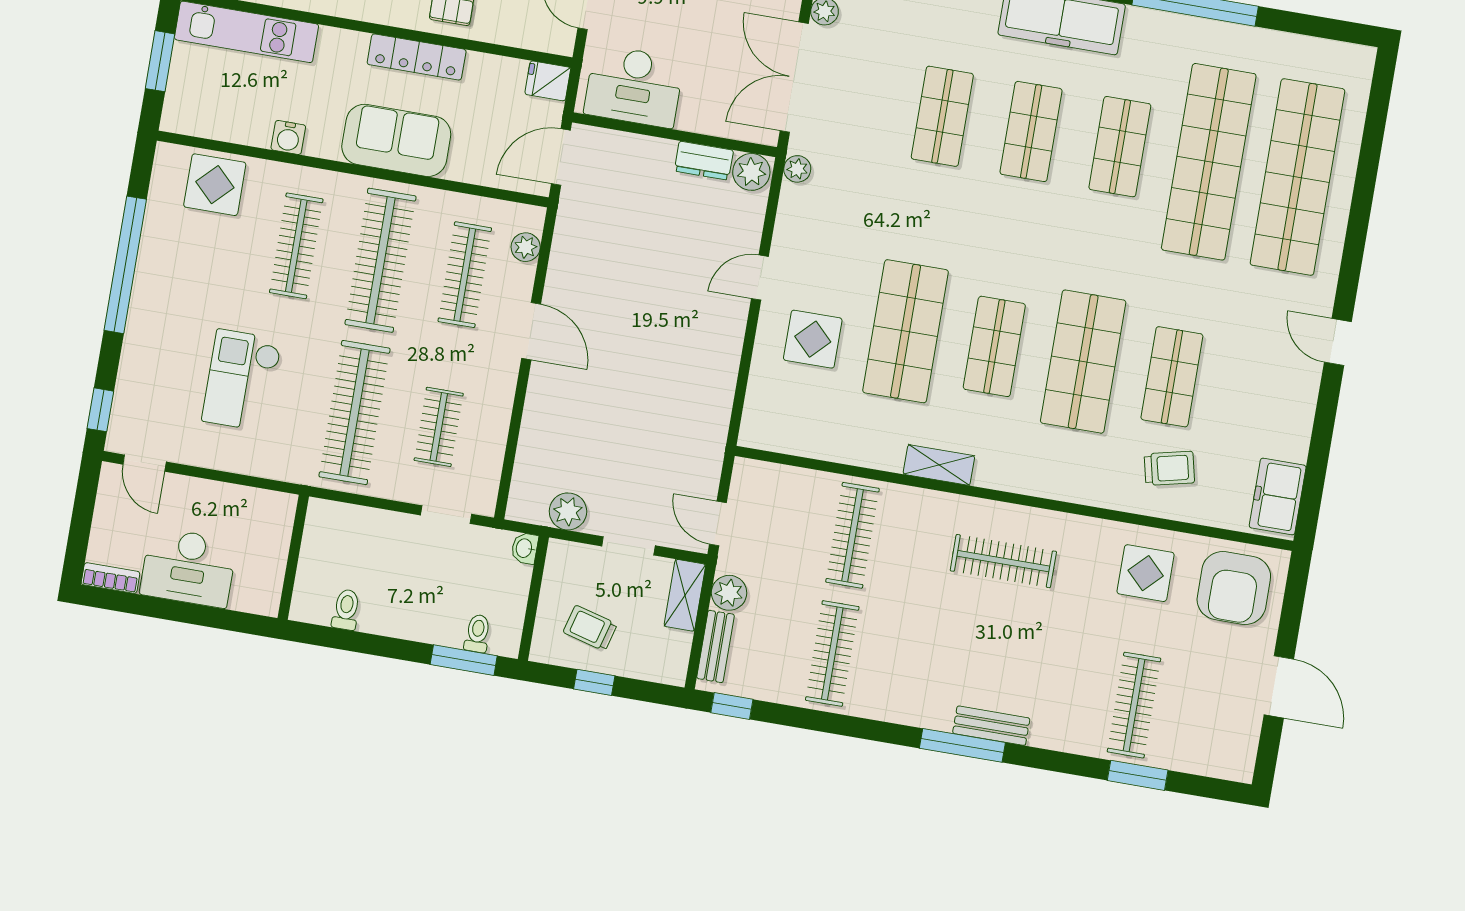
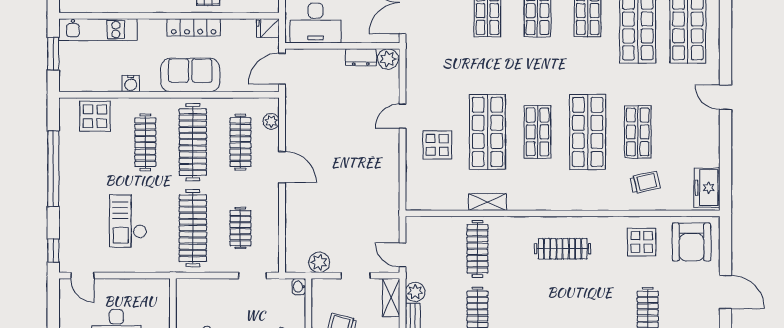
plant: (797, 169) -> (413, 53), removed
shelving: (939, 465) -> (487, 202), moved

